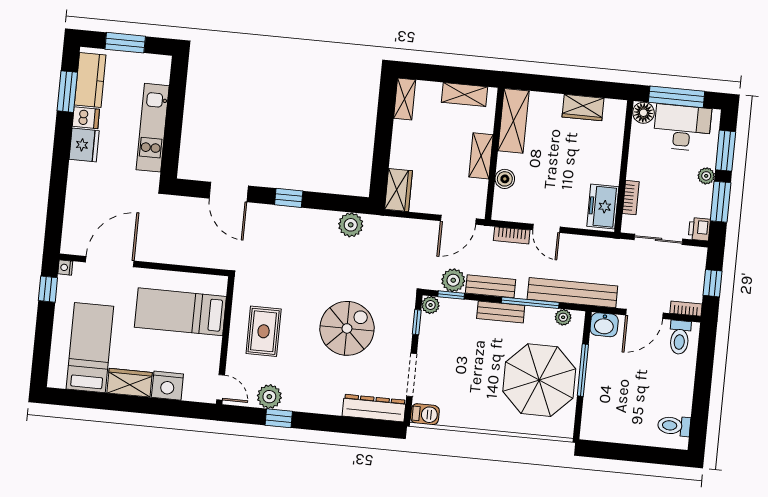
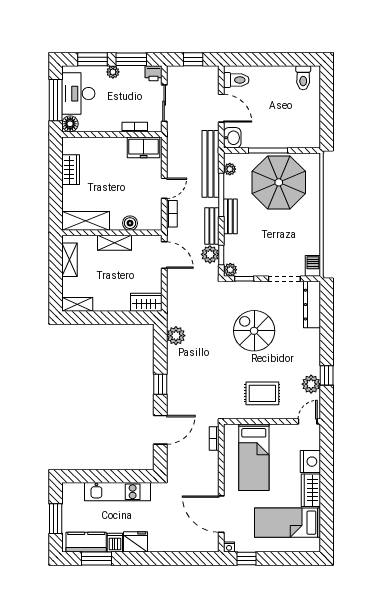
bookcase: (686, 309) -> (214, 438), moved

